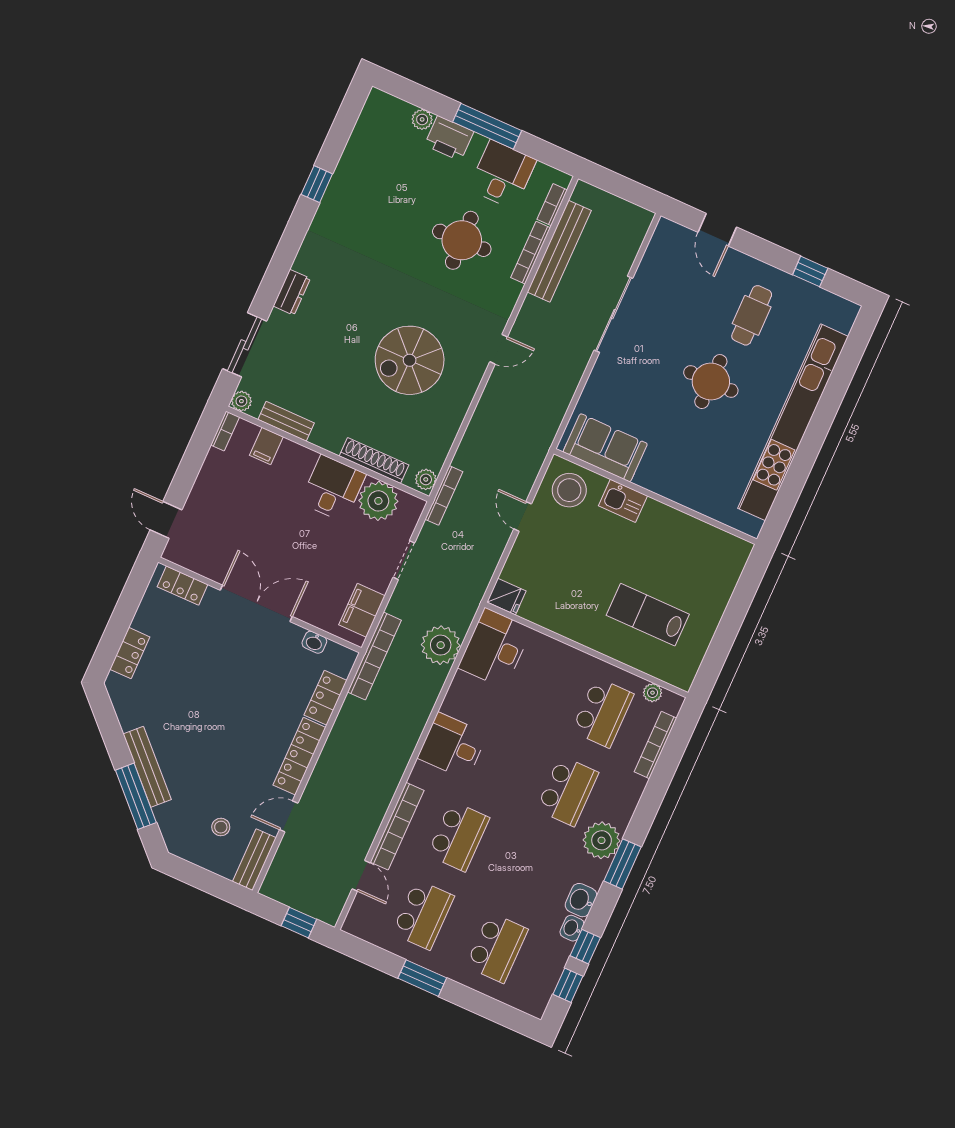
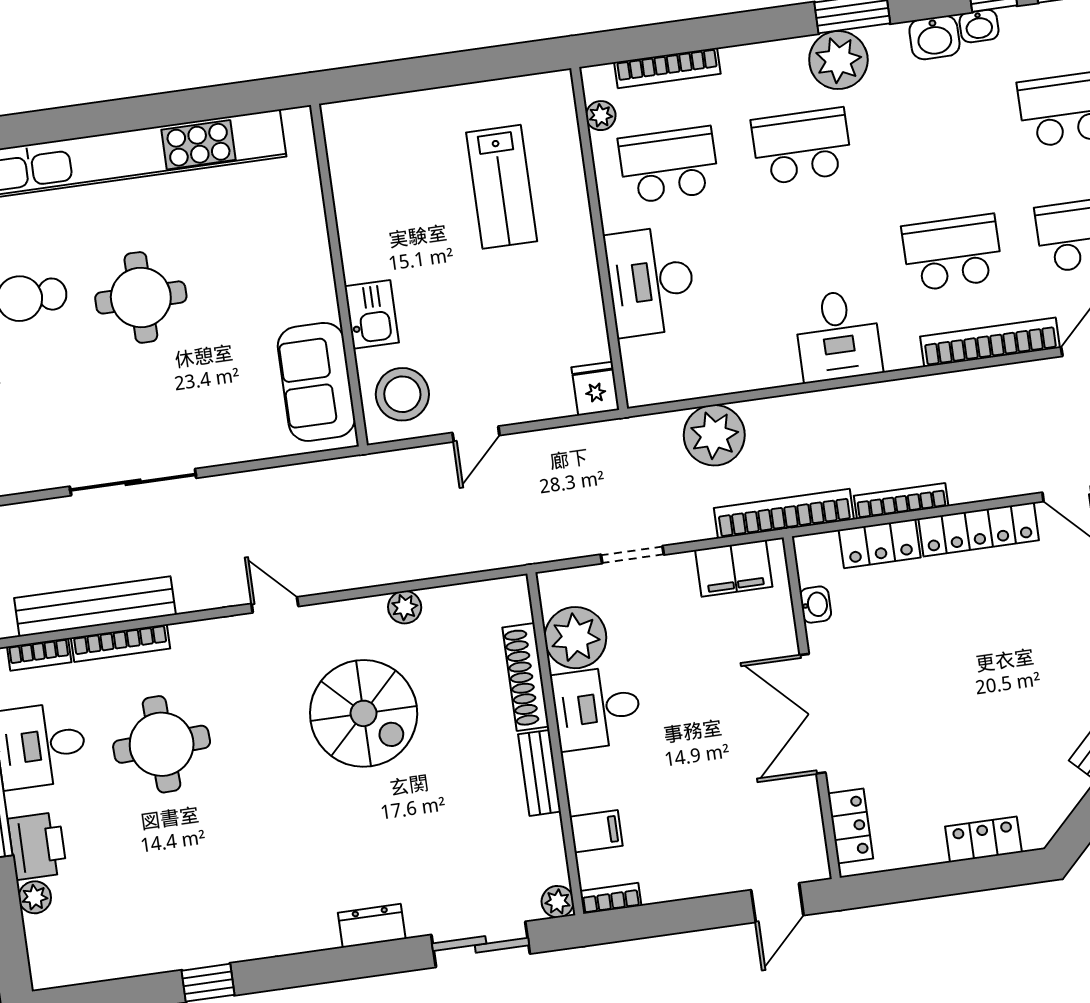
bench: (286, 421) -> (540, 773), moved
plant: (426, 479) -> (405, 607), moved
bookcase: (444, 495) -> (901, 501), moved
desk: (495, 648) -> (651, 281), moved, turned 90

